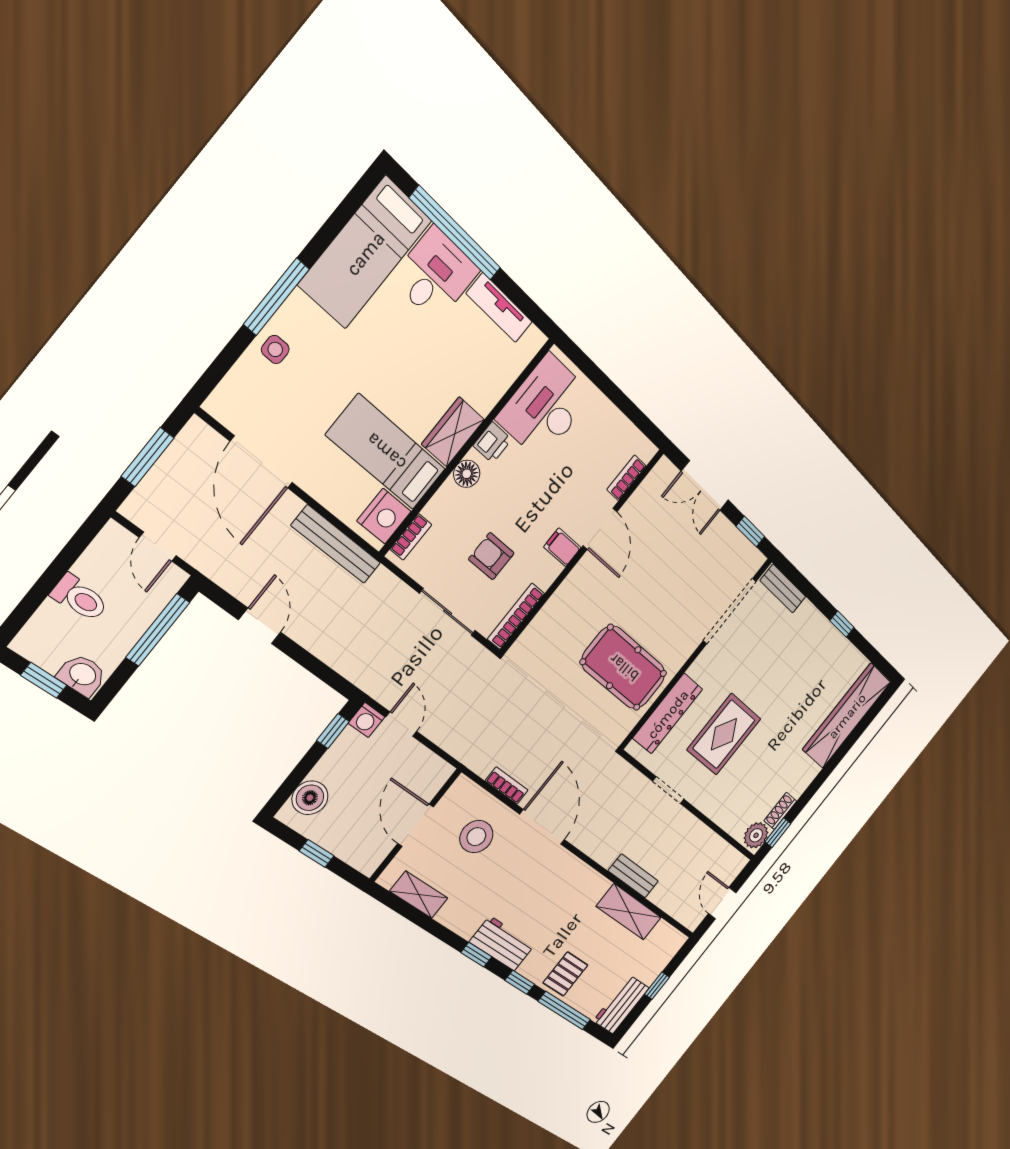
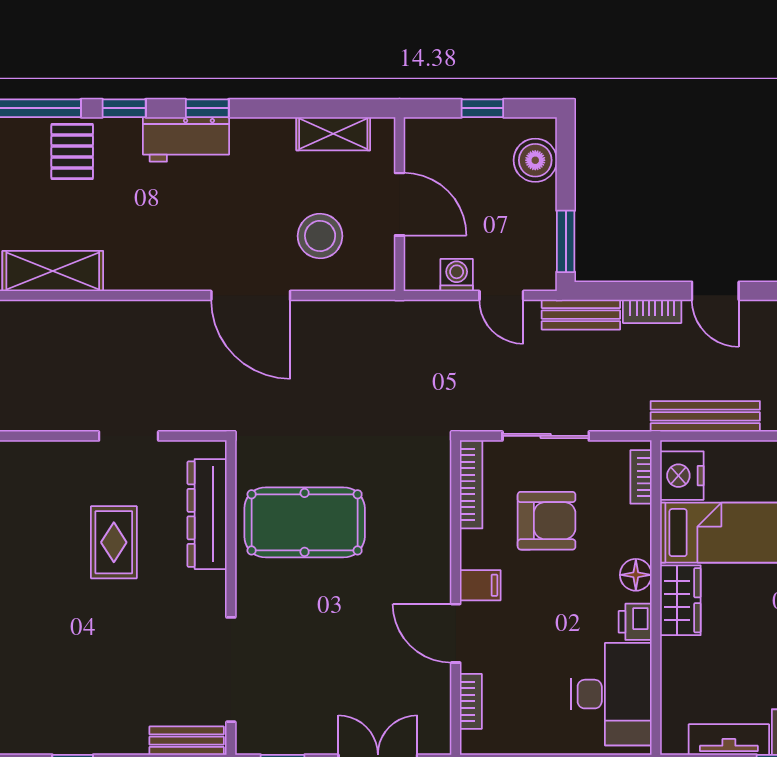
armchair: (491, 556) -> (547, 521), width x1.38, depth x1.38
washing machine: (367, 720) -> (457, 275), moved
window: (333, 731) -> (566, 241), width x1.50
rug: (724, 734) -> (114, 542), width x0.73, depth x0.70
bookcase: (507, 786) -> (652, 311), moved
bench: (633, 876) -> (581, 315), moved

